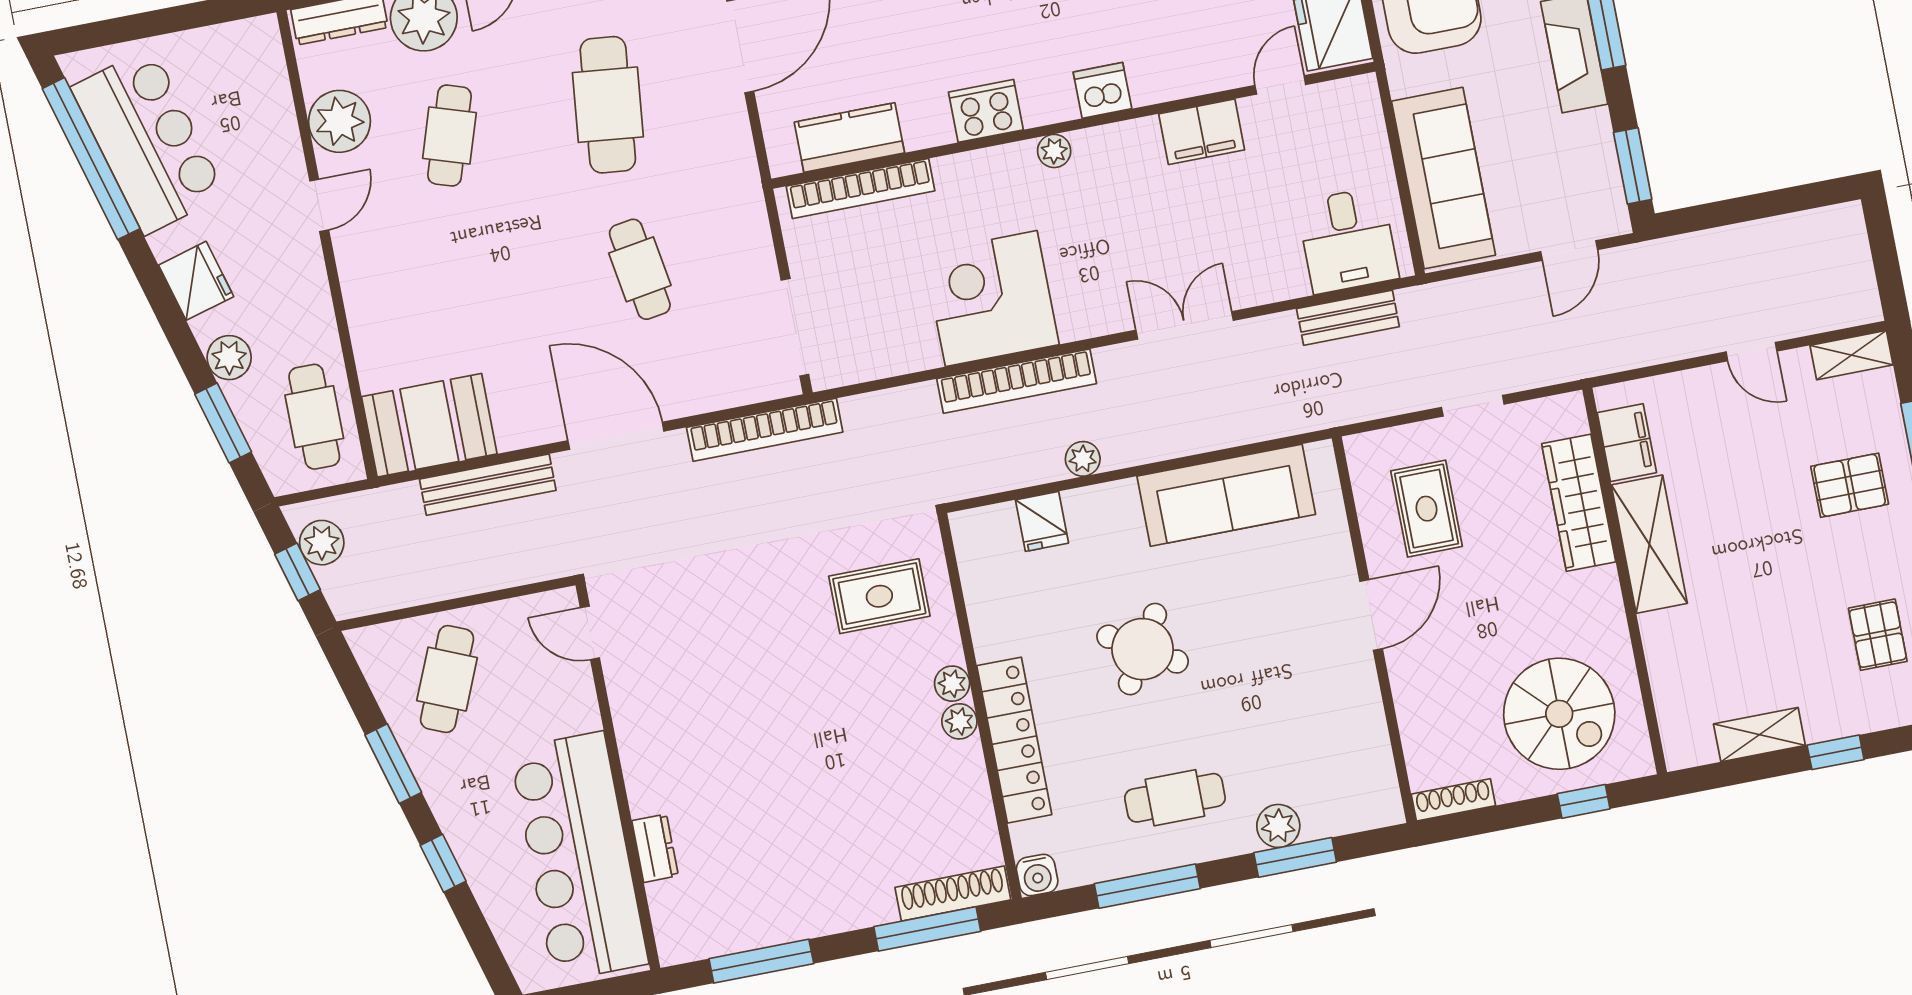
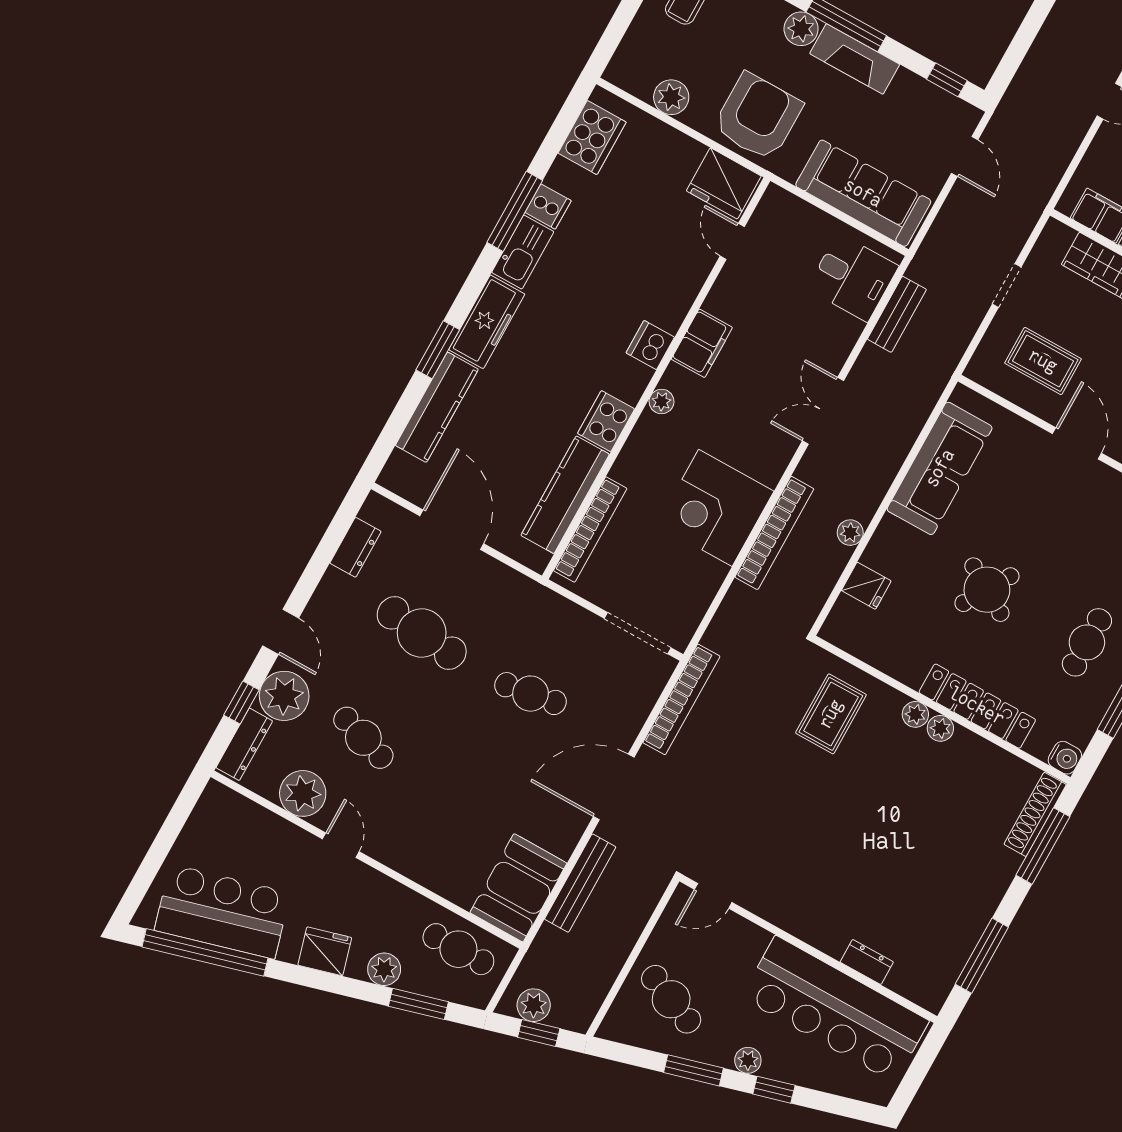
filing cabinet: (1202, 132) -> (702, 343), moved
kitchen counter: (849, 138) -> (565, 495), width x1.50
window: (1633, 166) -> (947, 80), width x0.67
plant: (451, 811) -> (748, 1060), added

